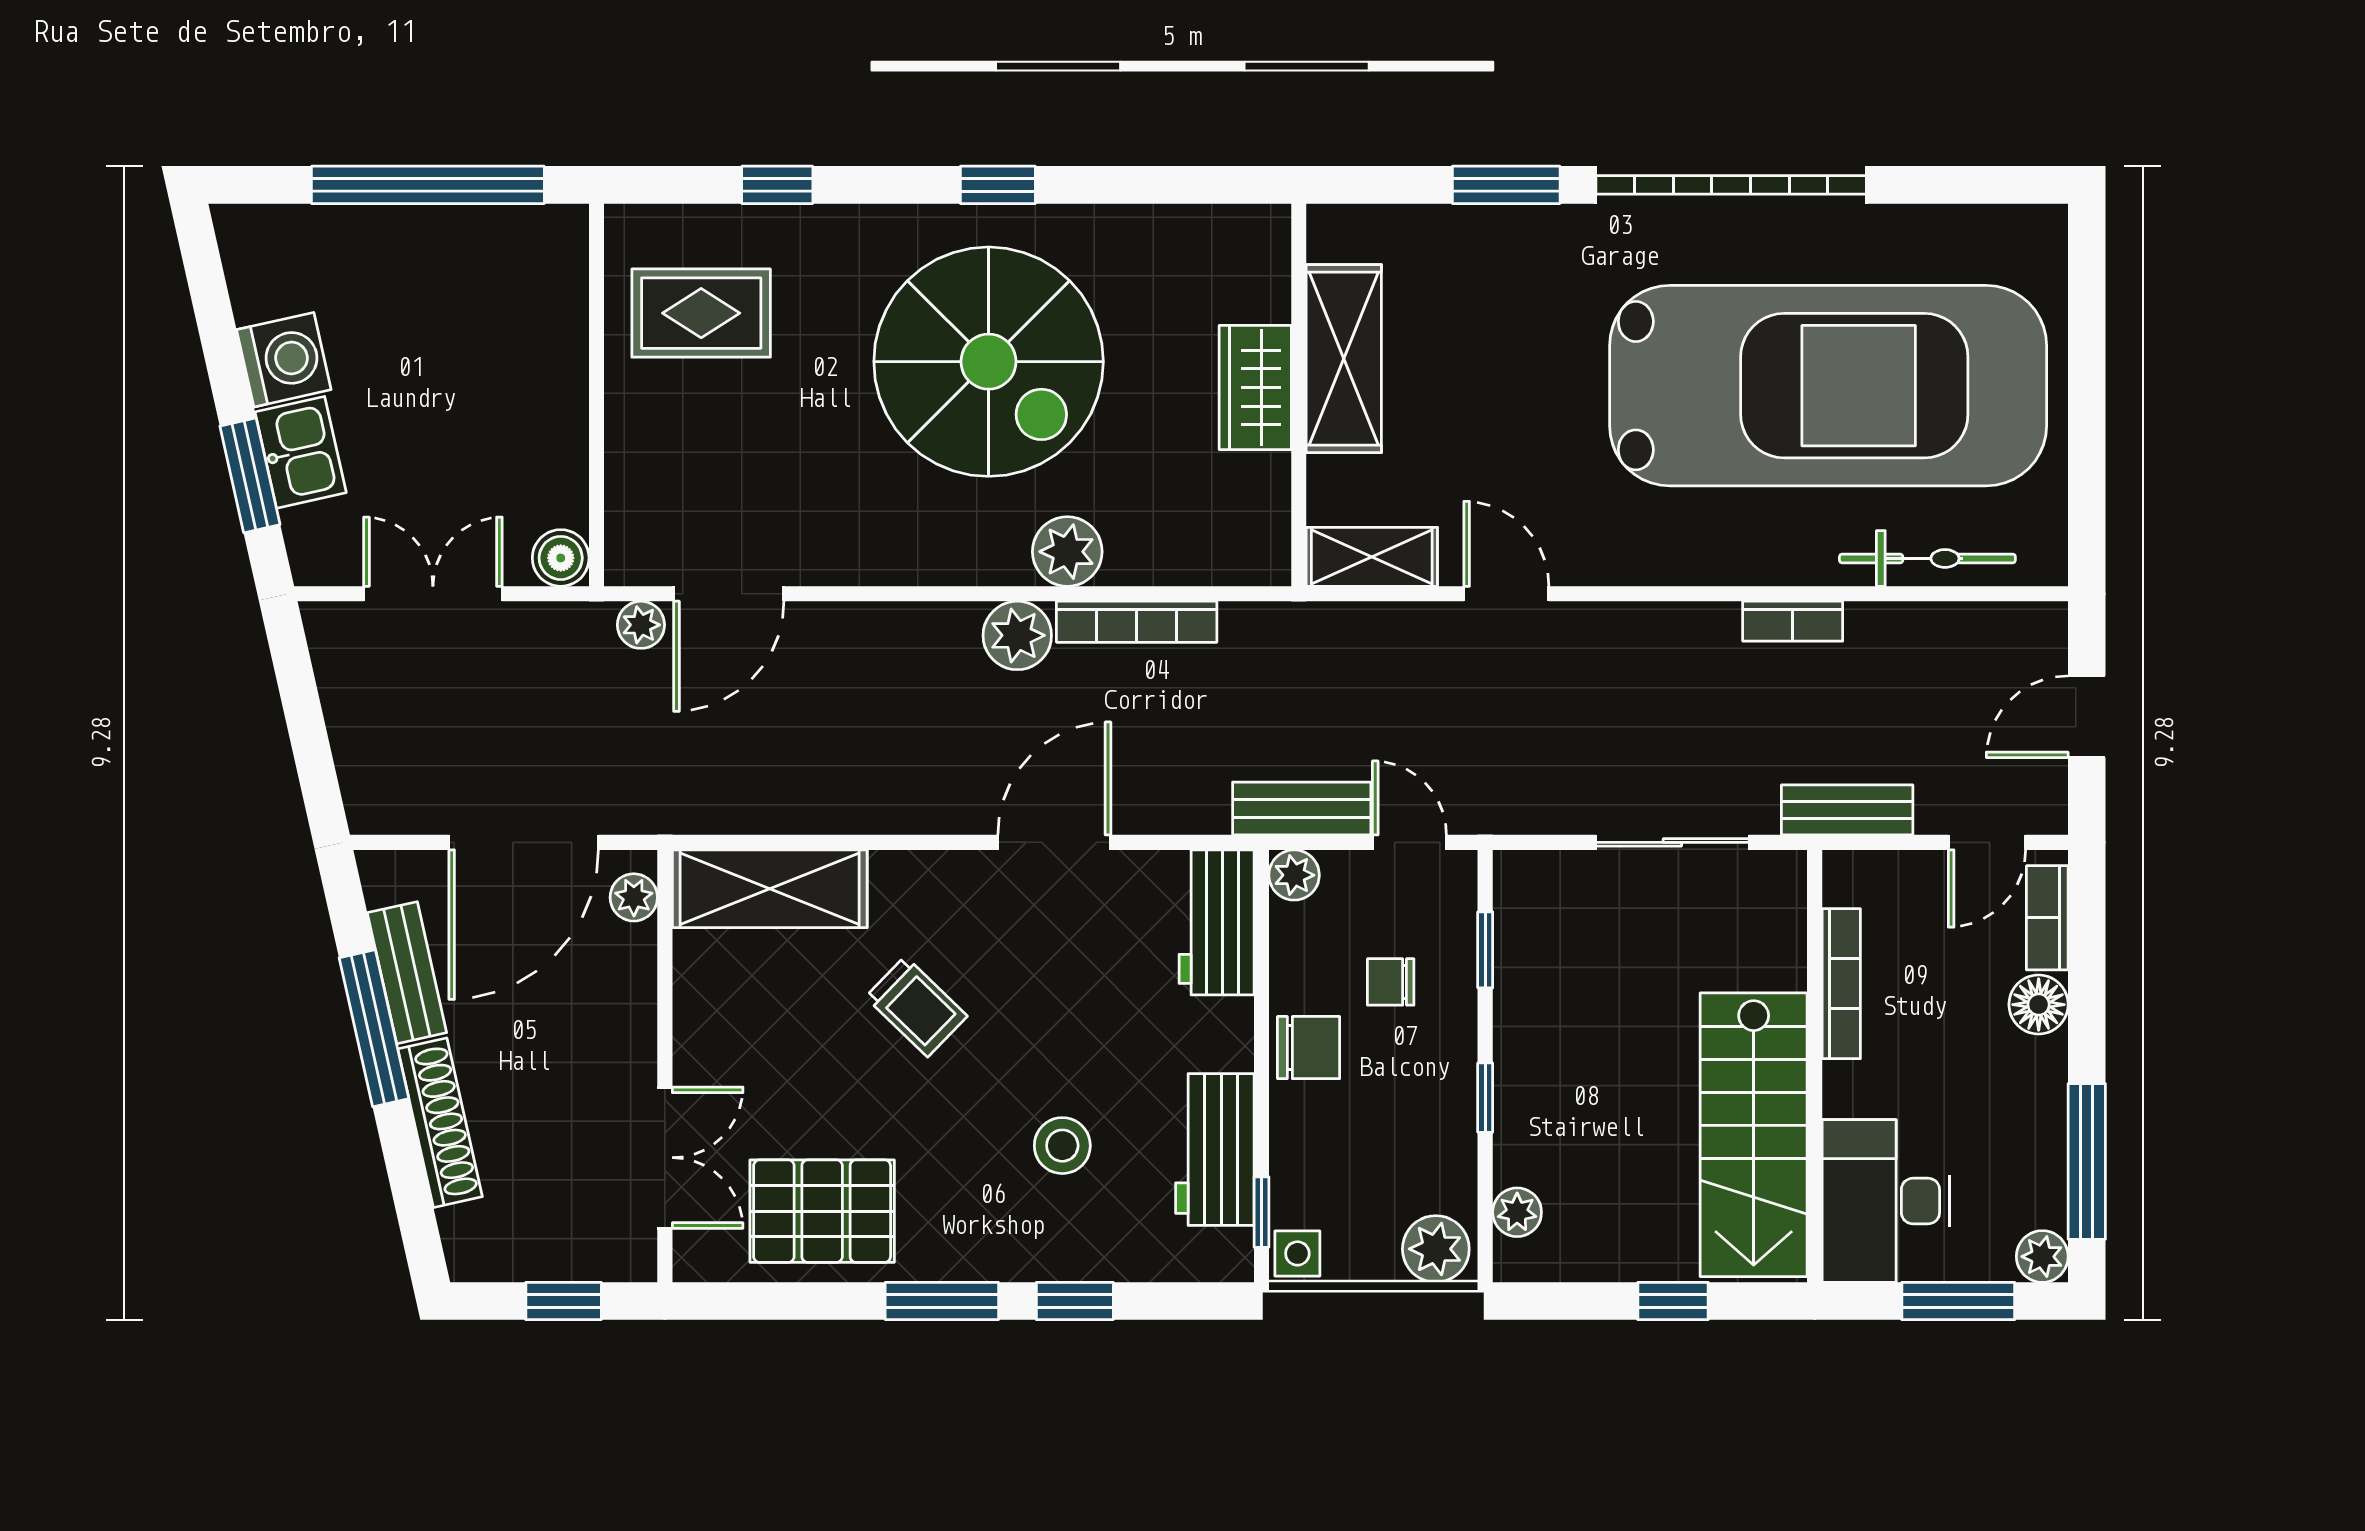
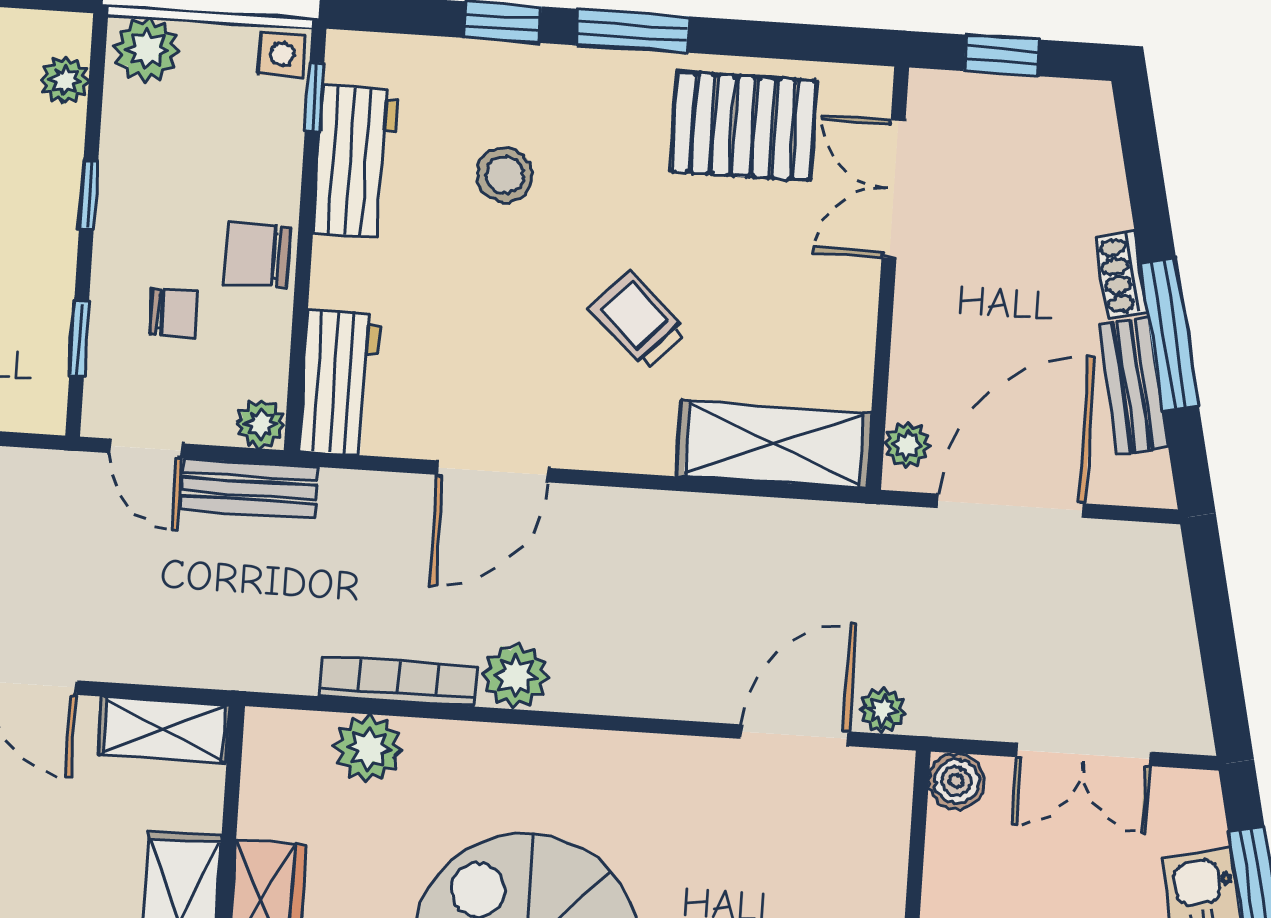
plant: (1067, 552) -> (368, 748), moved
shoe rack: (440, 1123) -> (1121, 275), width x0.51, depth x0.81

